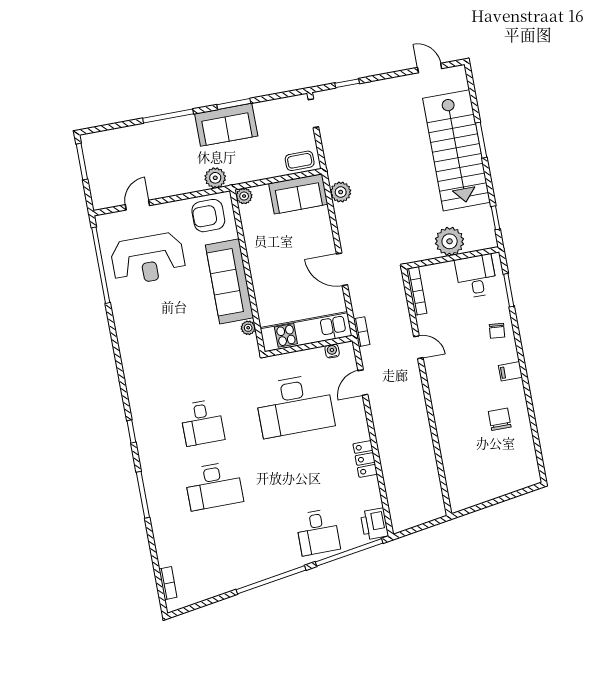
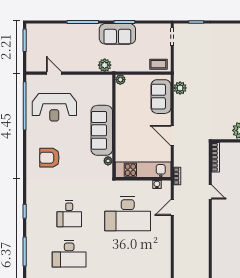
sofa: (298, 194) -> (161, 97), moved, turned 90
door: (137, 205) -> (54, 73), hinge flipped
armchair: (208, 216) -> (49, 158), moved
locker: (365, 459) -> (165, 254), removed

